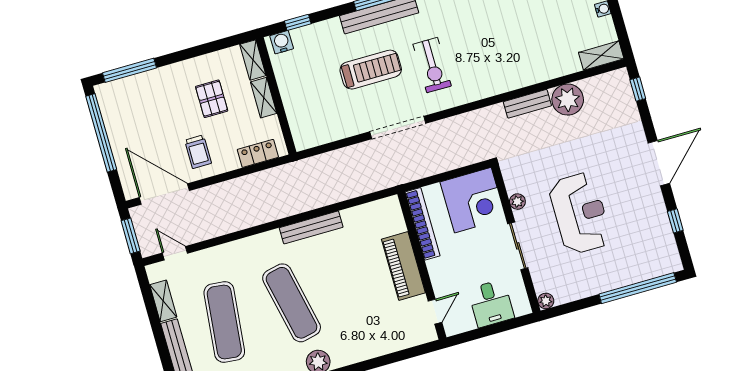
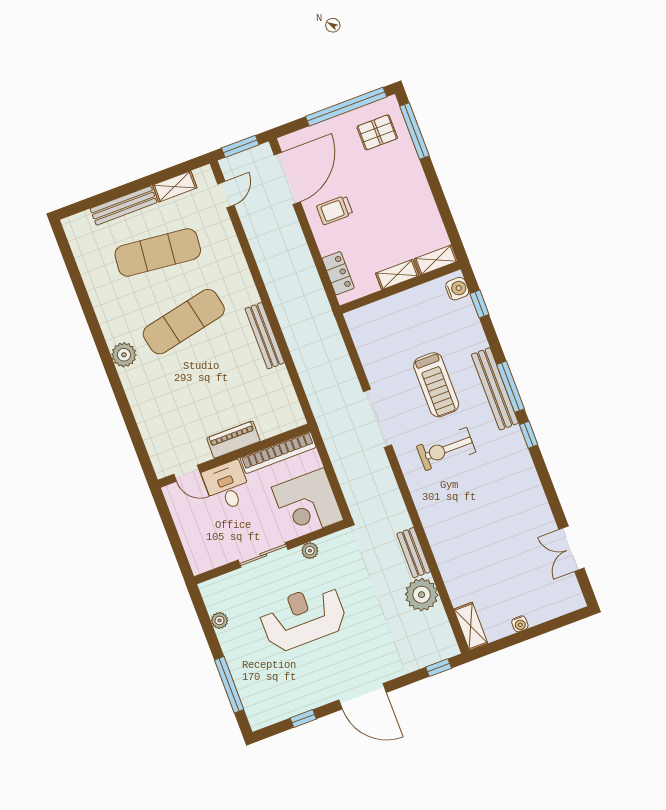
pallet: (212, 99) -> (377, 132), moved
reception desk: (580, 213) -> (303, 617), turned 180
piano: (403, 266) -> (233, 440), width x0.73, depth x0.75
window: (638, 288) -> (229, 685), width x0.68
plant: (546, 301) -> (219, 620), moved
desk: (491, 303) -> (227, 486), moved, turned 90

